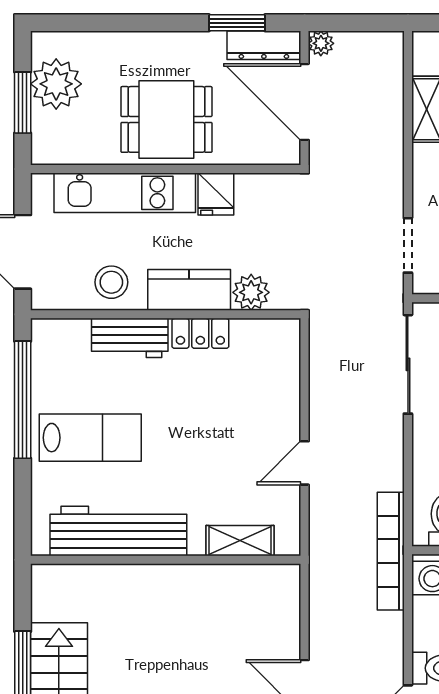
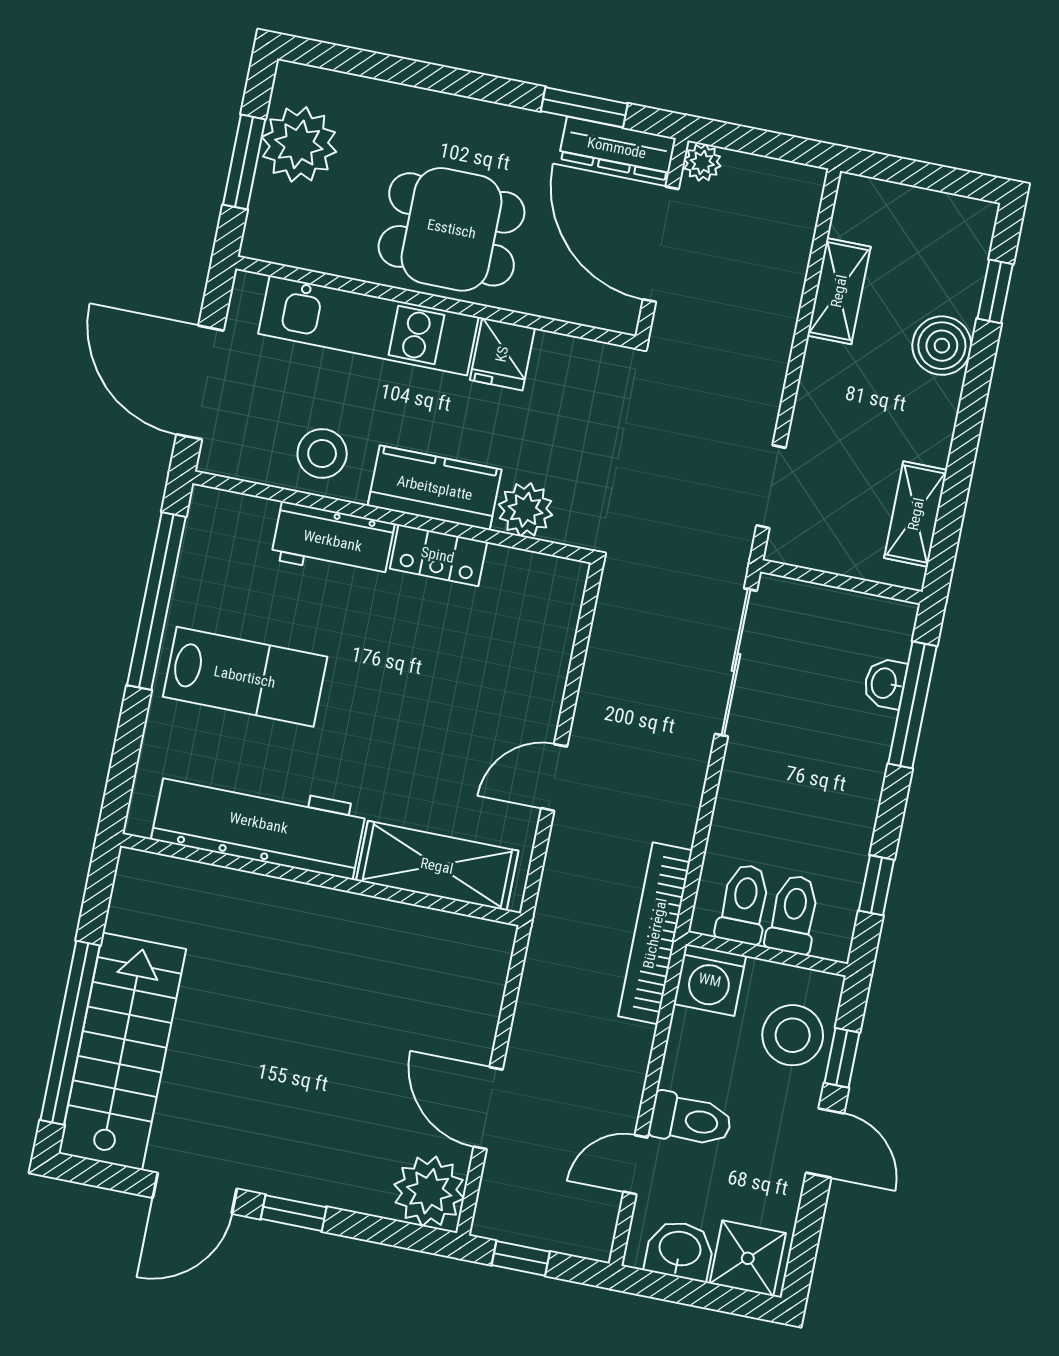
shelving: (240, 541) -> (437, 866), width x1.50, depth x1.33

